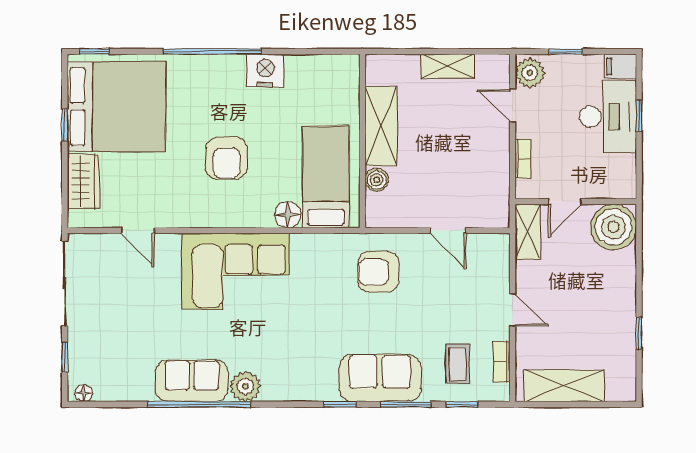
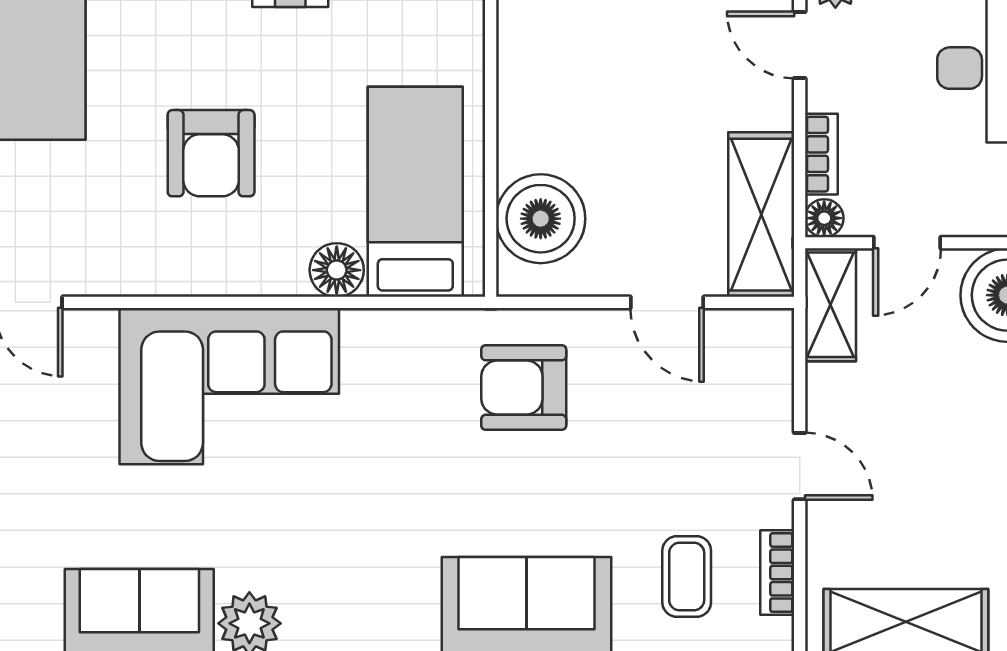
shelving: (381, 126) -> (761, 215), moved
boiler: (377, 180) -> (541, 219), width x1.86, depth x1.86
floor lamp: (524, 190) -> (824, 218), added

